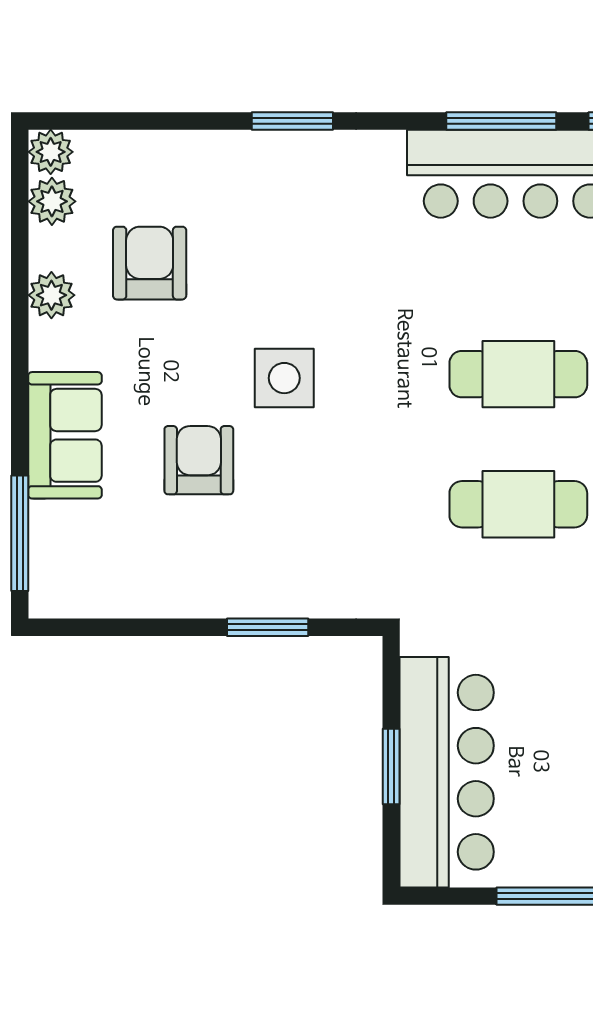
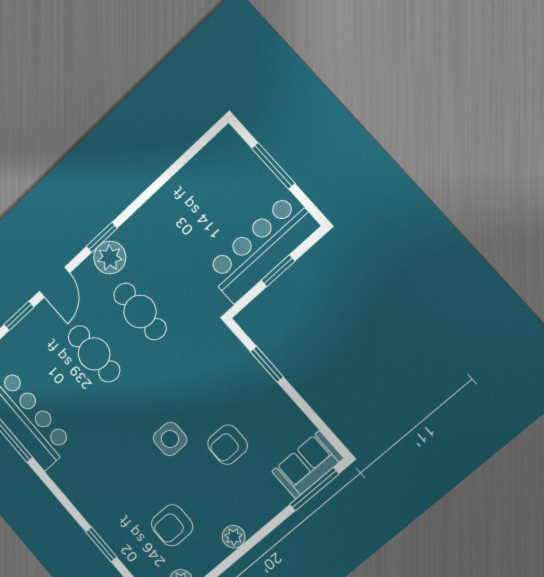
window: (292, 121) -> (101, 544), moved
plant: (51, 295) -> (234, 537), moved
sofa: (65, 435) -> (307, 465), moved

